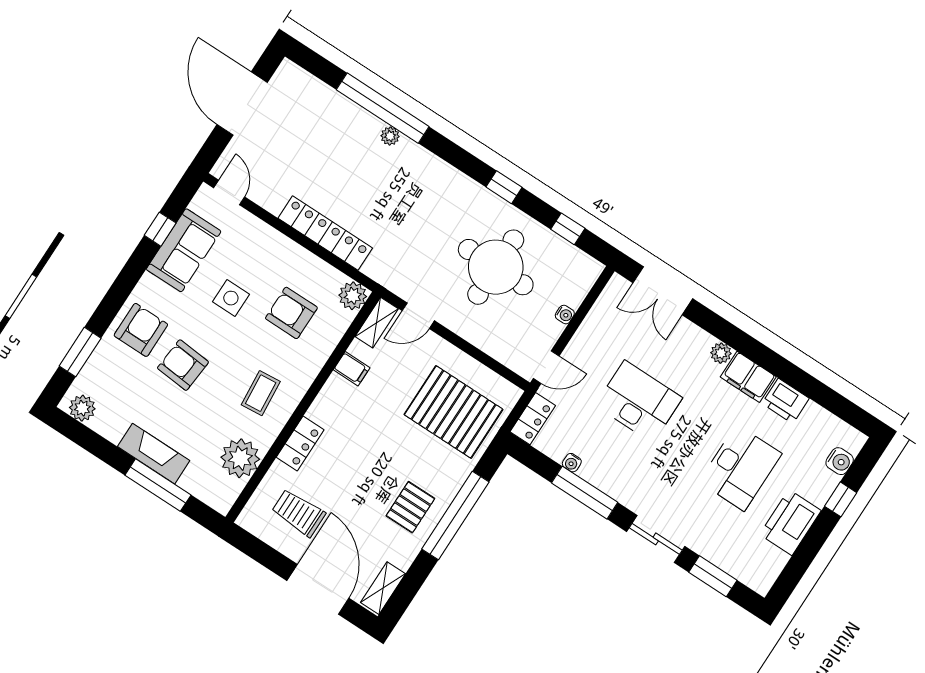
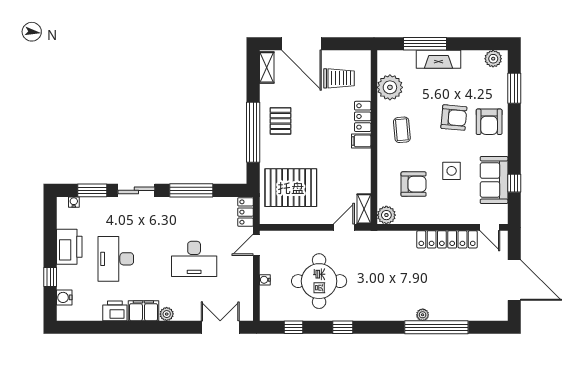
locker: (325, 233) -> (447, 239), moved
filing cabinet: (352, 369) -> (361, 141), moved
water cooler: (572, 463) -> (74, 202), moved

